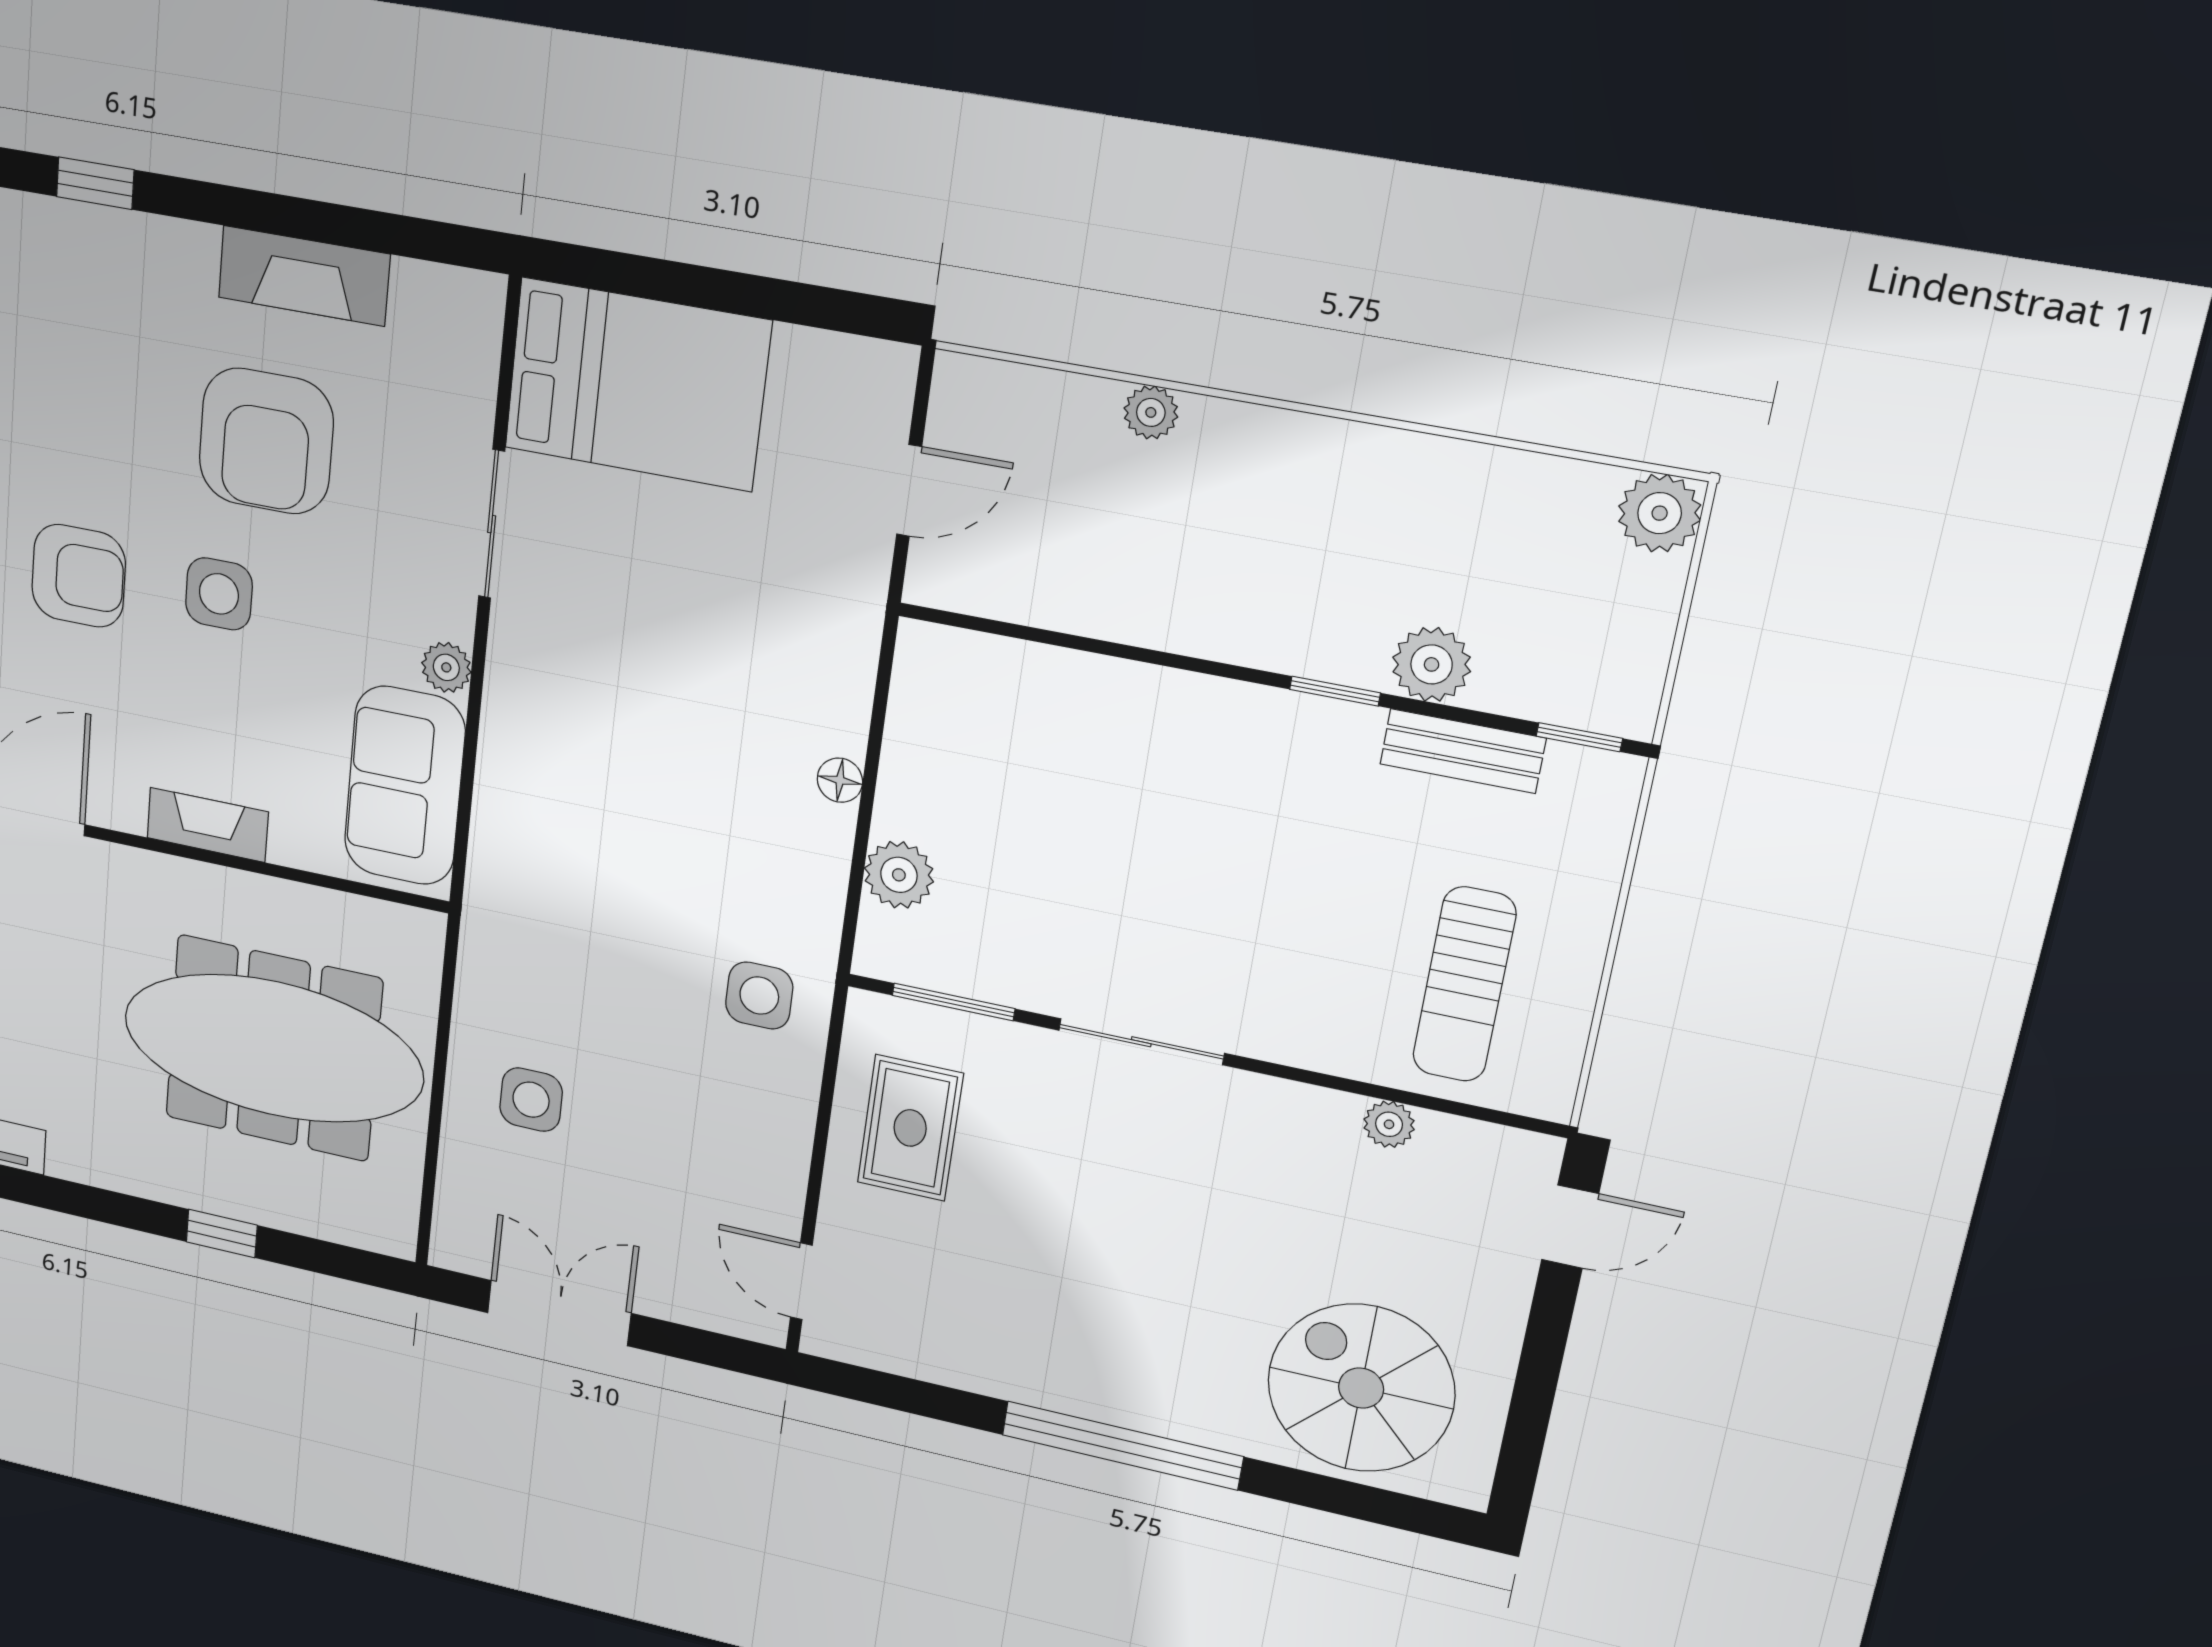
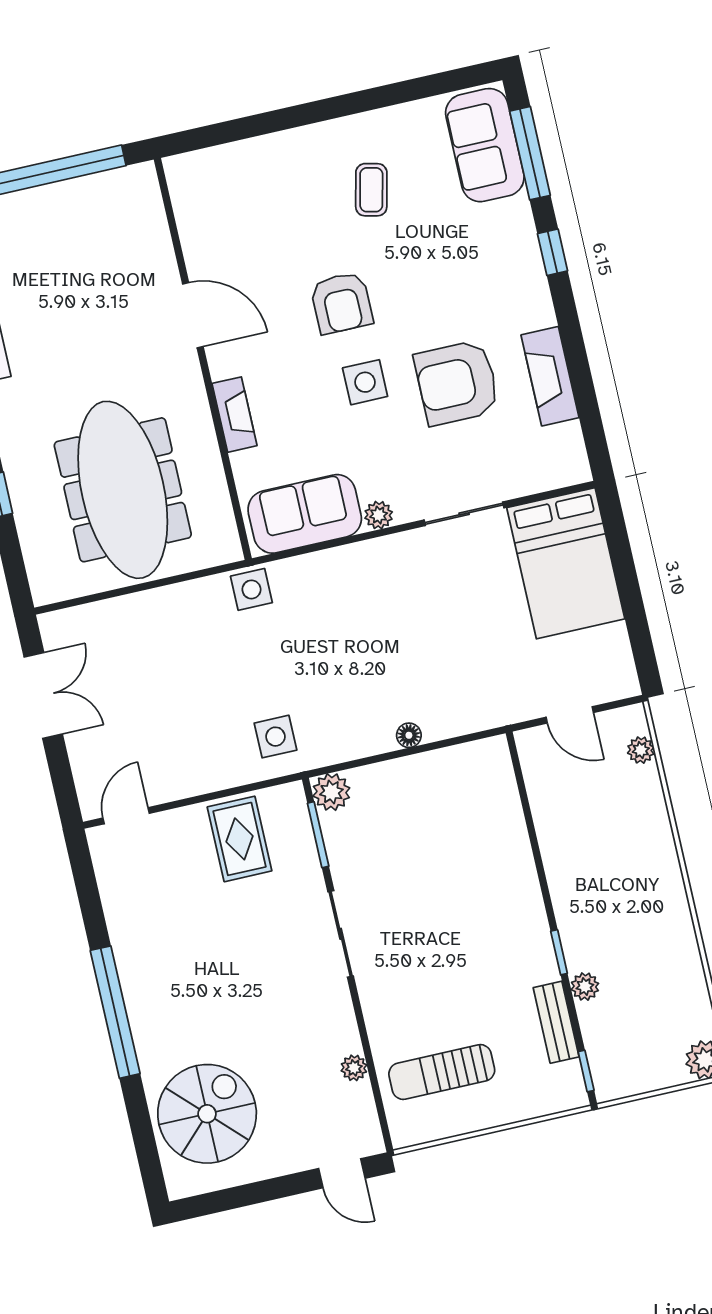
plant: (1151, 412) -> (641, 750), moved
plant: (1432, 664) -> (585, 987), width x0.73, depth x0.73
plant: (899, 875) -> (331, 792), moved
side table: (531, 1100) -> (251, 589), moved
rug: (910, 1128) -> (240, 839), turned 90

